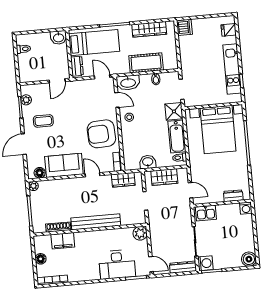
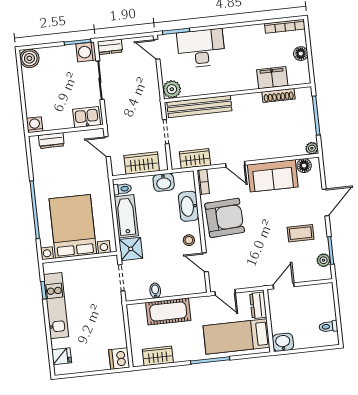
wardrobe: (149, 29) -> (158, 356), width x0.67
washbasin: (128, 83) -> (189, 206), moved, turned -90
bench: (96, 222) -> (199, 107), moved
dresser: (183, 267) -> (110, 47), width x0.70

